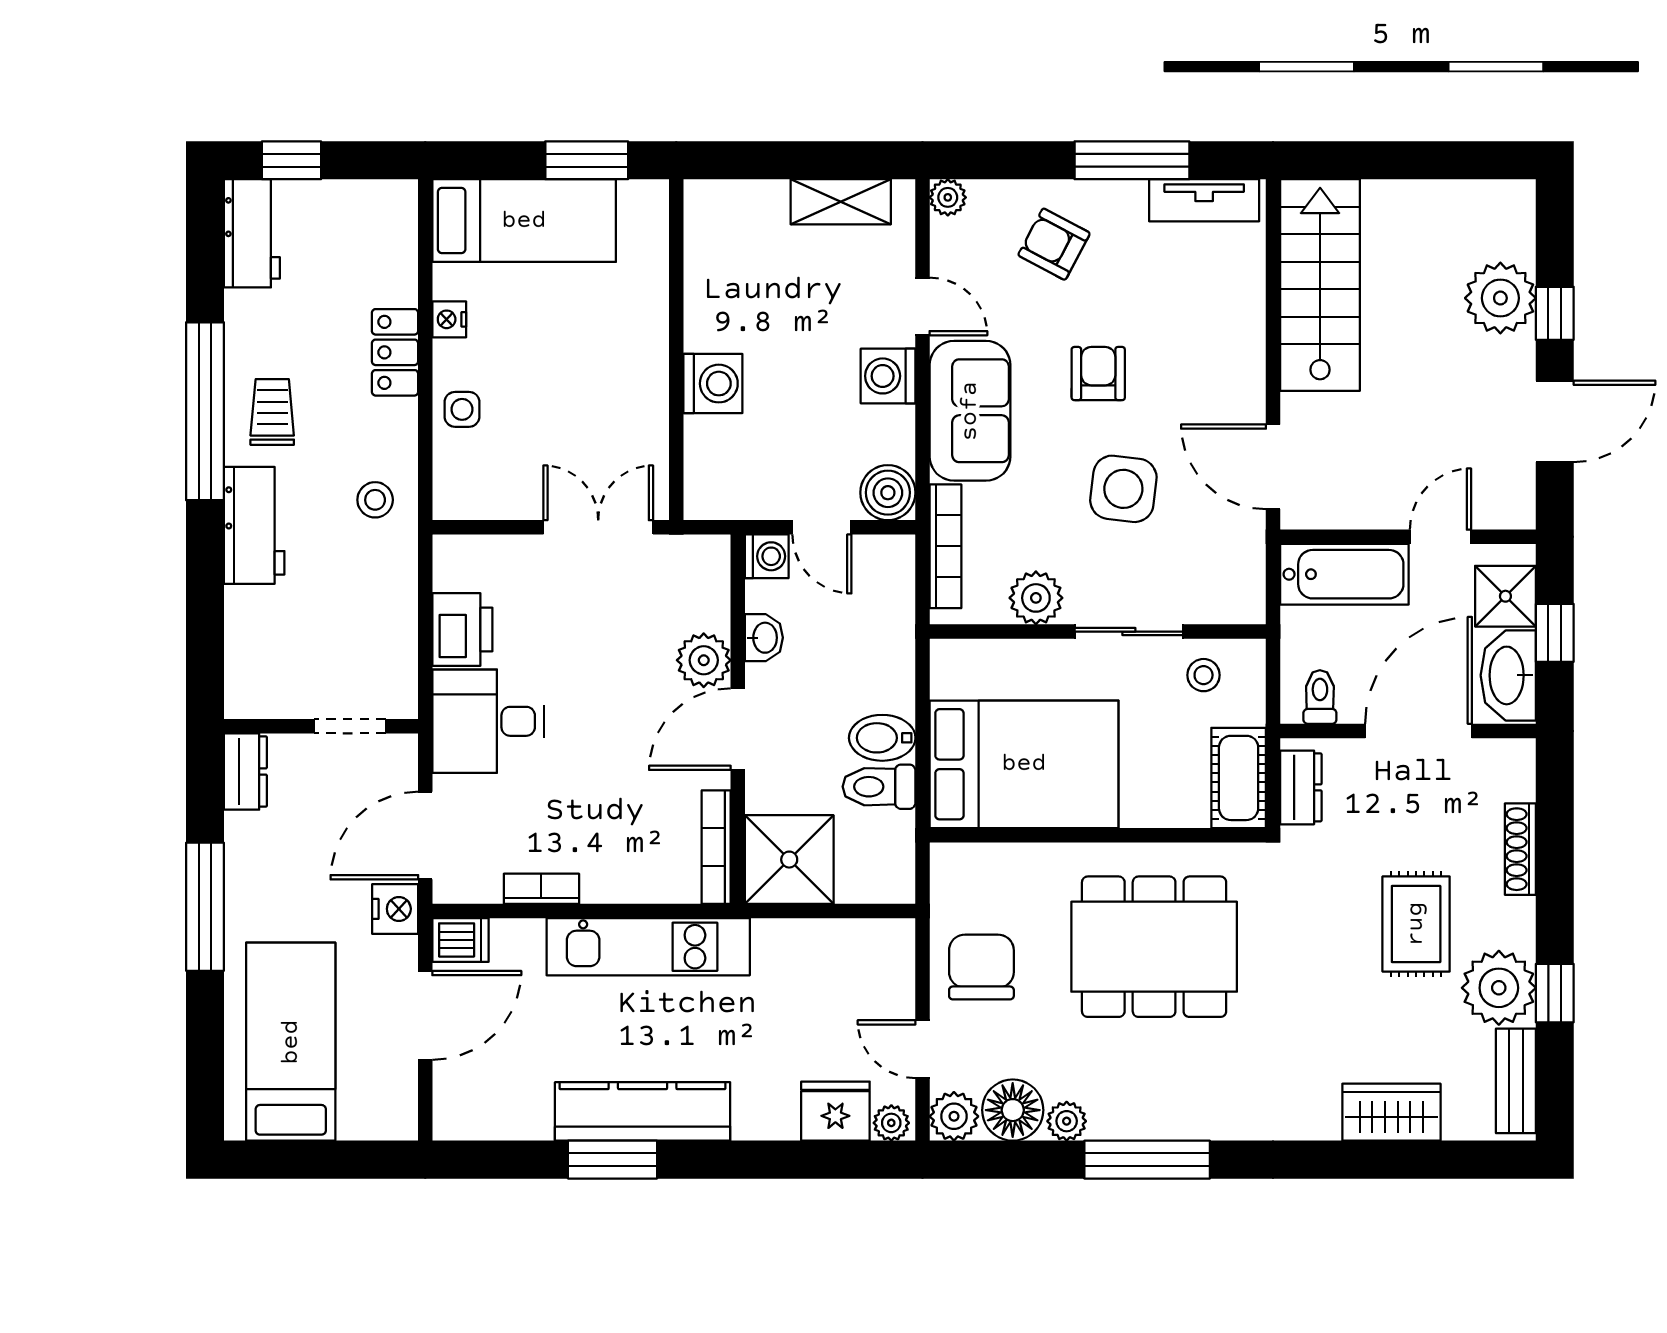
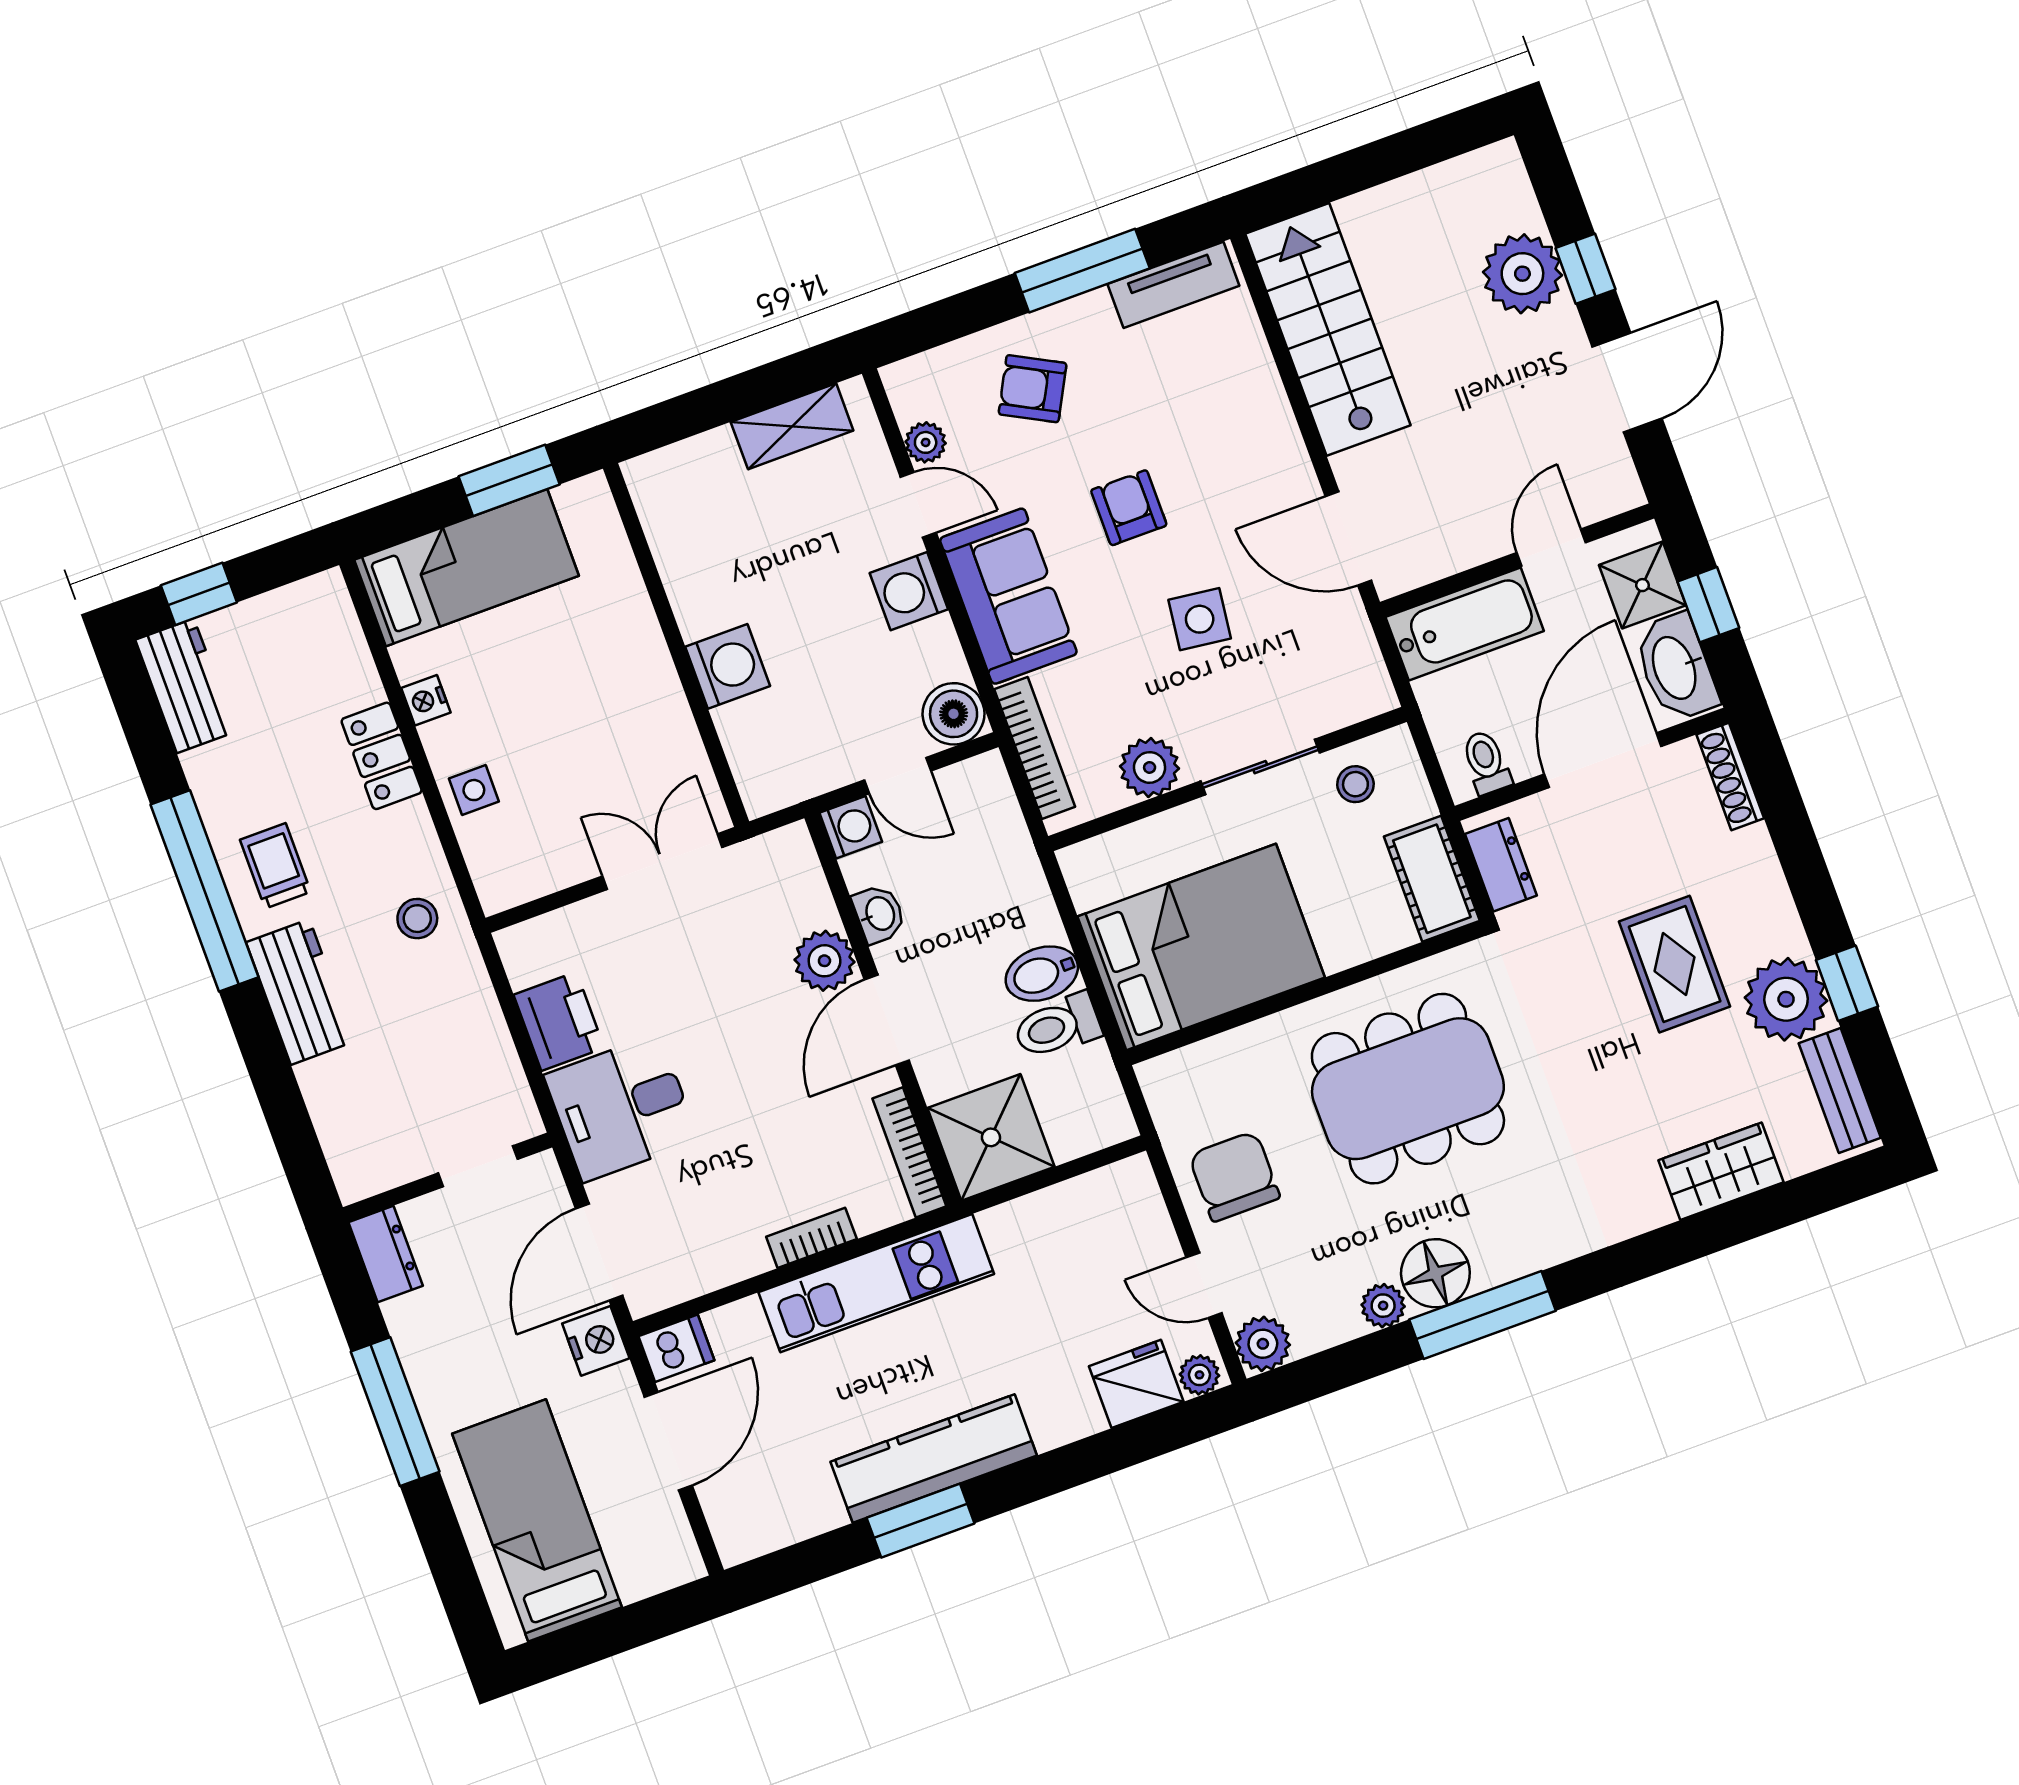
plant: (948, 197) -> (926, 442), moved
side table: (1123, 489) -> (1200, 619), width x0.73, depth x0.73
shoe rack: (1520, 849) -> (1730, 776), moved
bookcase: (541, 889) -> (811, 1238), moved
floor lamp: (1013, 1110) -> (1435, 1273), moved

